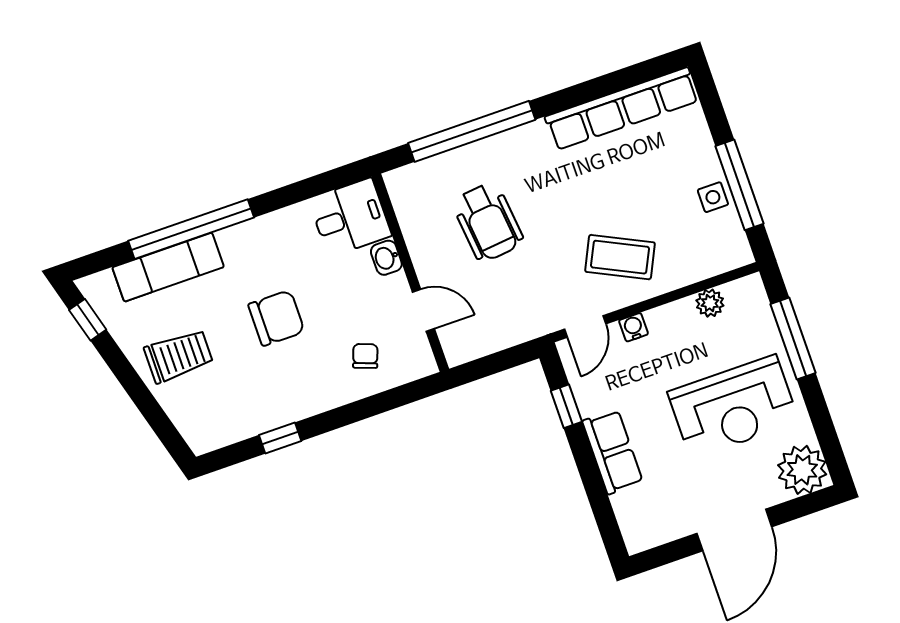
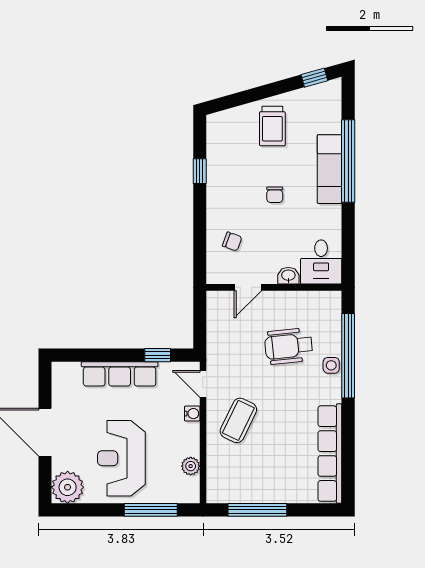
side table: (713, 197) -> (331, 365), moved
exam couch: (168, 267) -> (330, 169), moved
chair: (276, 318) -> (275, 195), width x0.54, depth x0.54
row of seats: (613, 452) -> (120, 374), width x1.48

